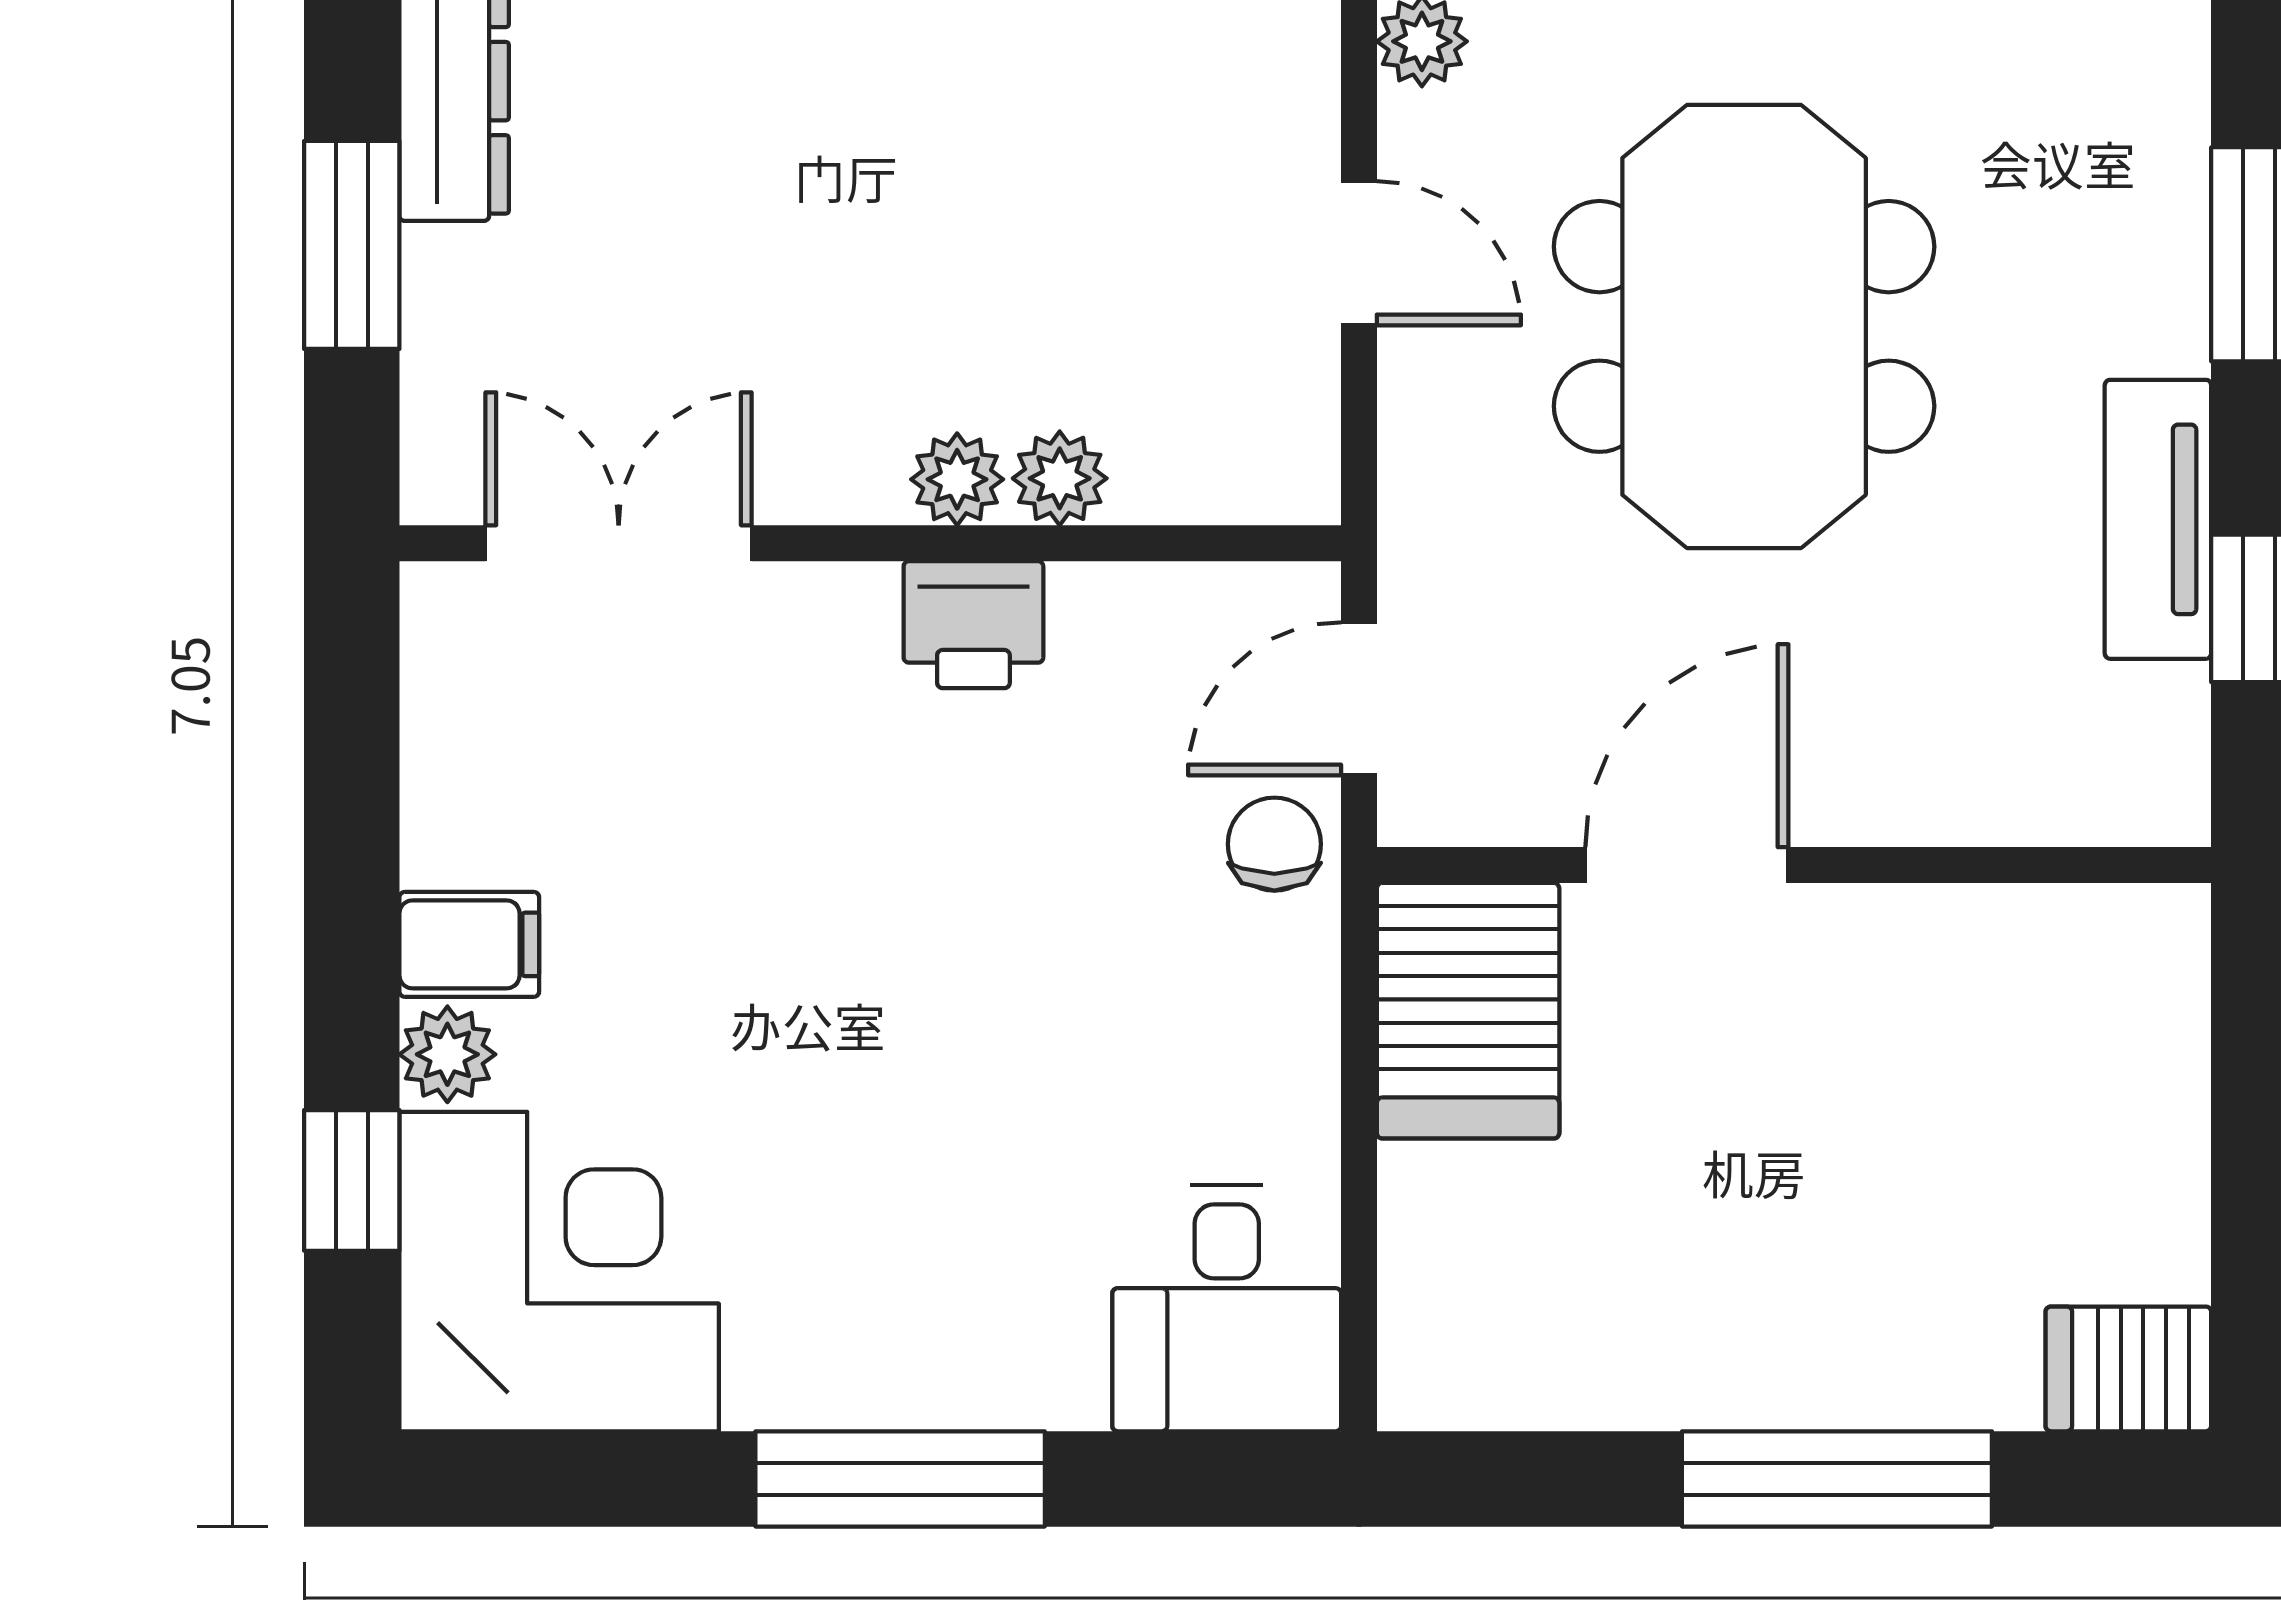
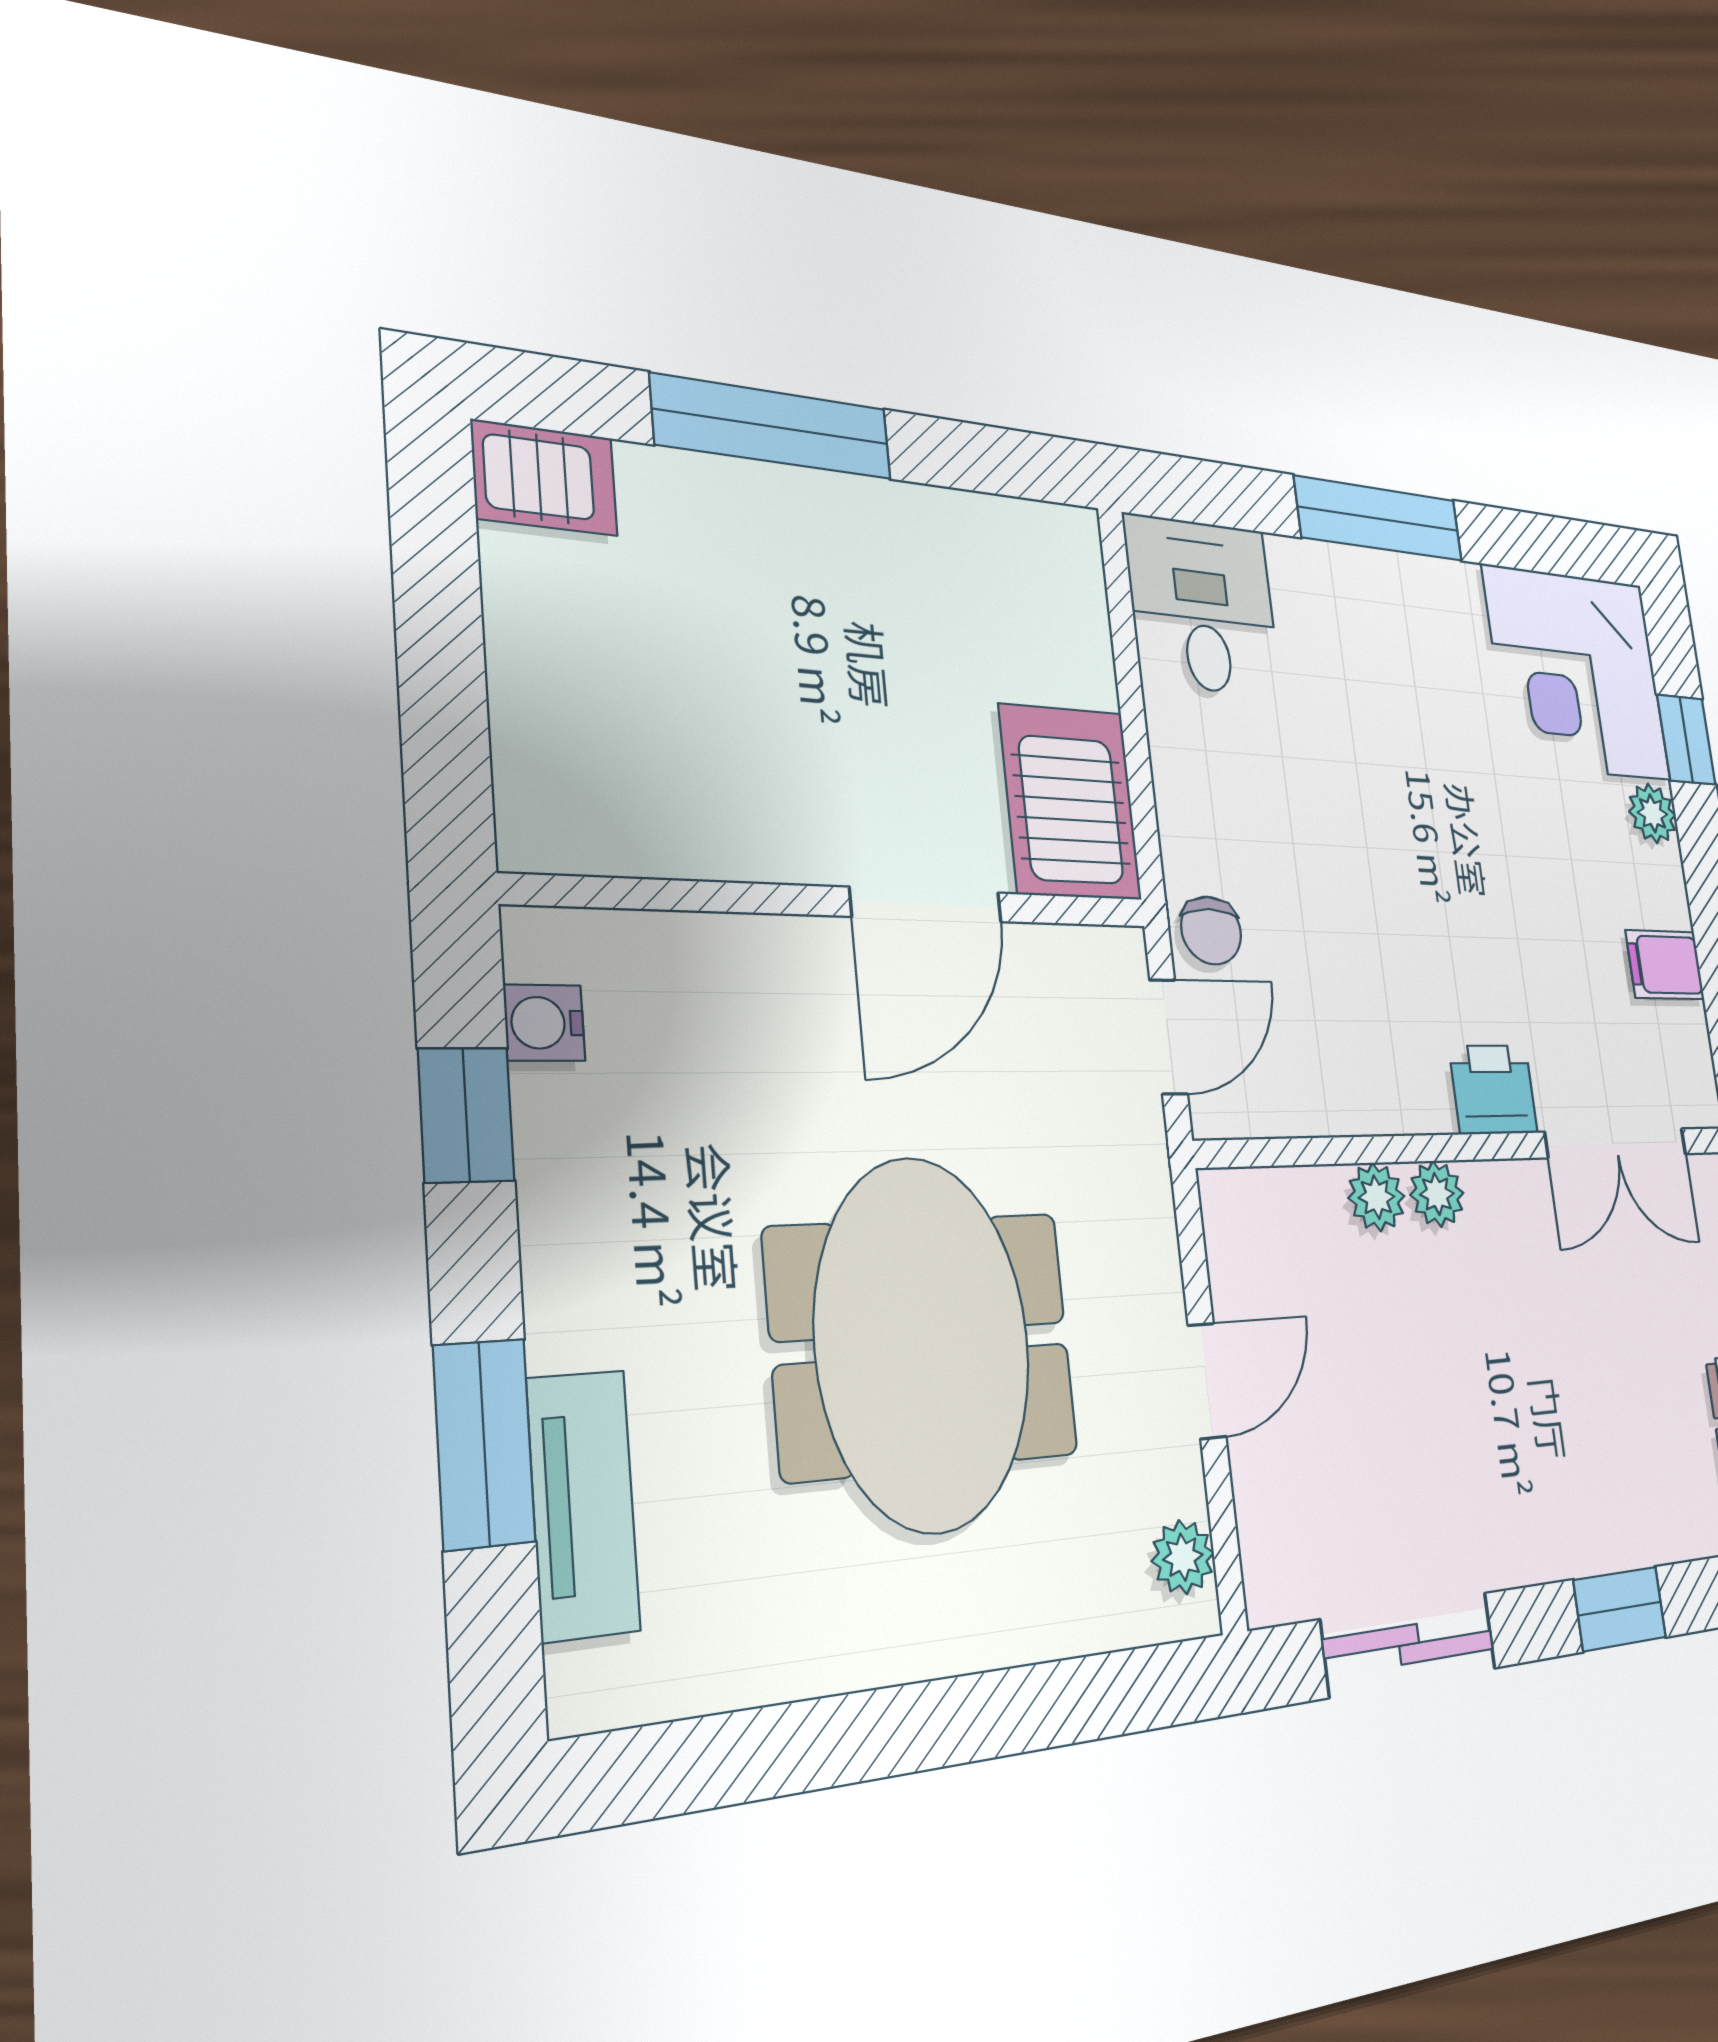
door: (1359, 253) -> (1207, 1381), swing flipped
tv unit: (2158, 519) -> (583, 1505), moved
printer: (973, 625) -> (1493, 1090), moved
water cooler: (2168, 712) -> (544, 1023), added
filing cabinet: (469, 944) -> (1665, 965), moved

